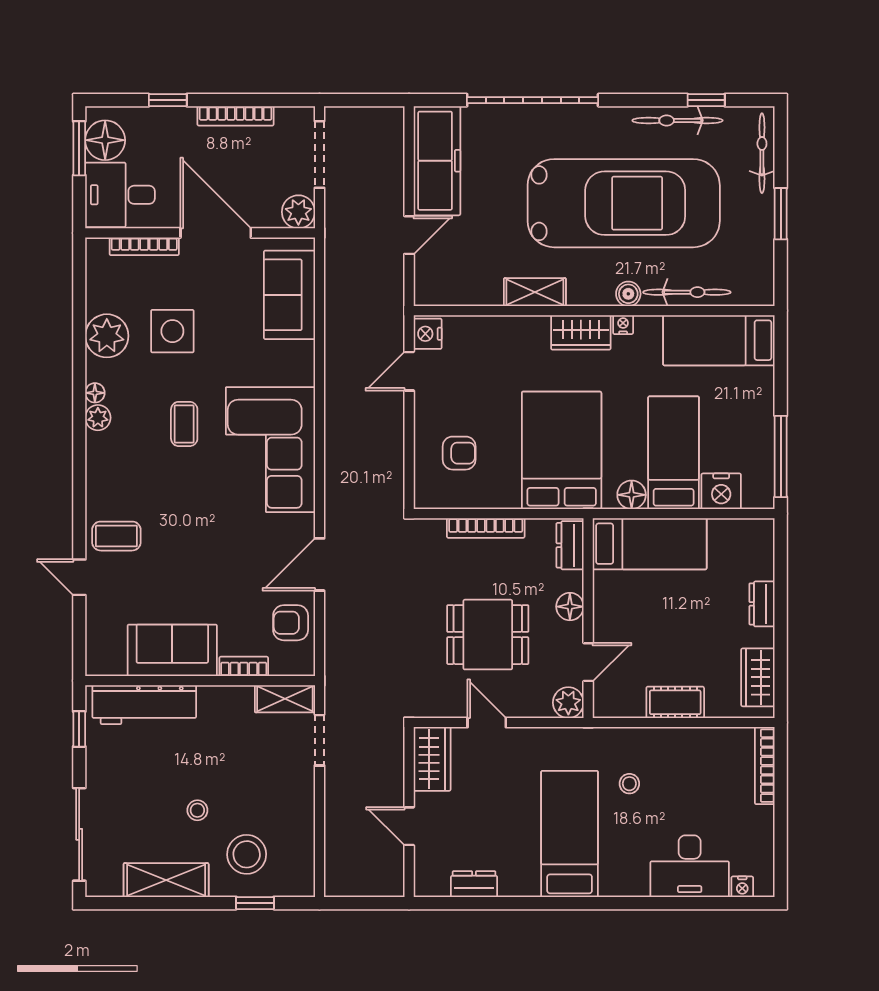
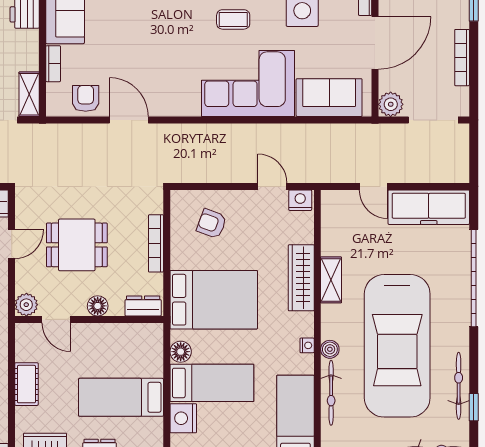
wardrobe: (581, 332) -> (301, 278), moved, width x1.50
corner sofa: (270, 450) -> (248, 84), moved
armchair: (459, 453) -> (212, 224), turned 110
bed: (650, 544) -> (121, 397), moved, turned 90
dining table: (488, 635) -> (77, 245), turned 90

